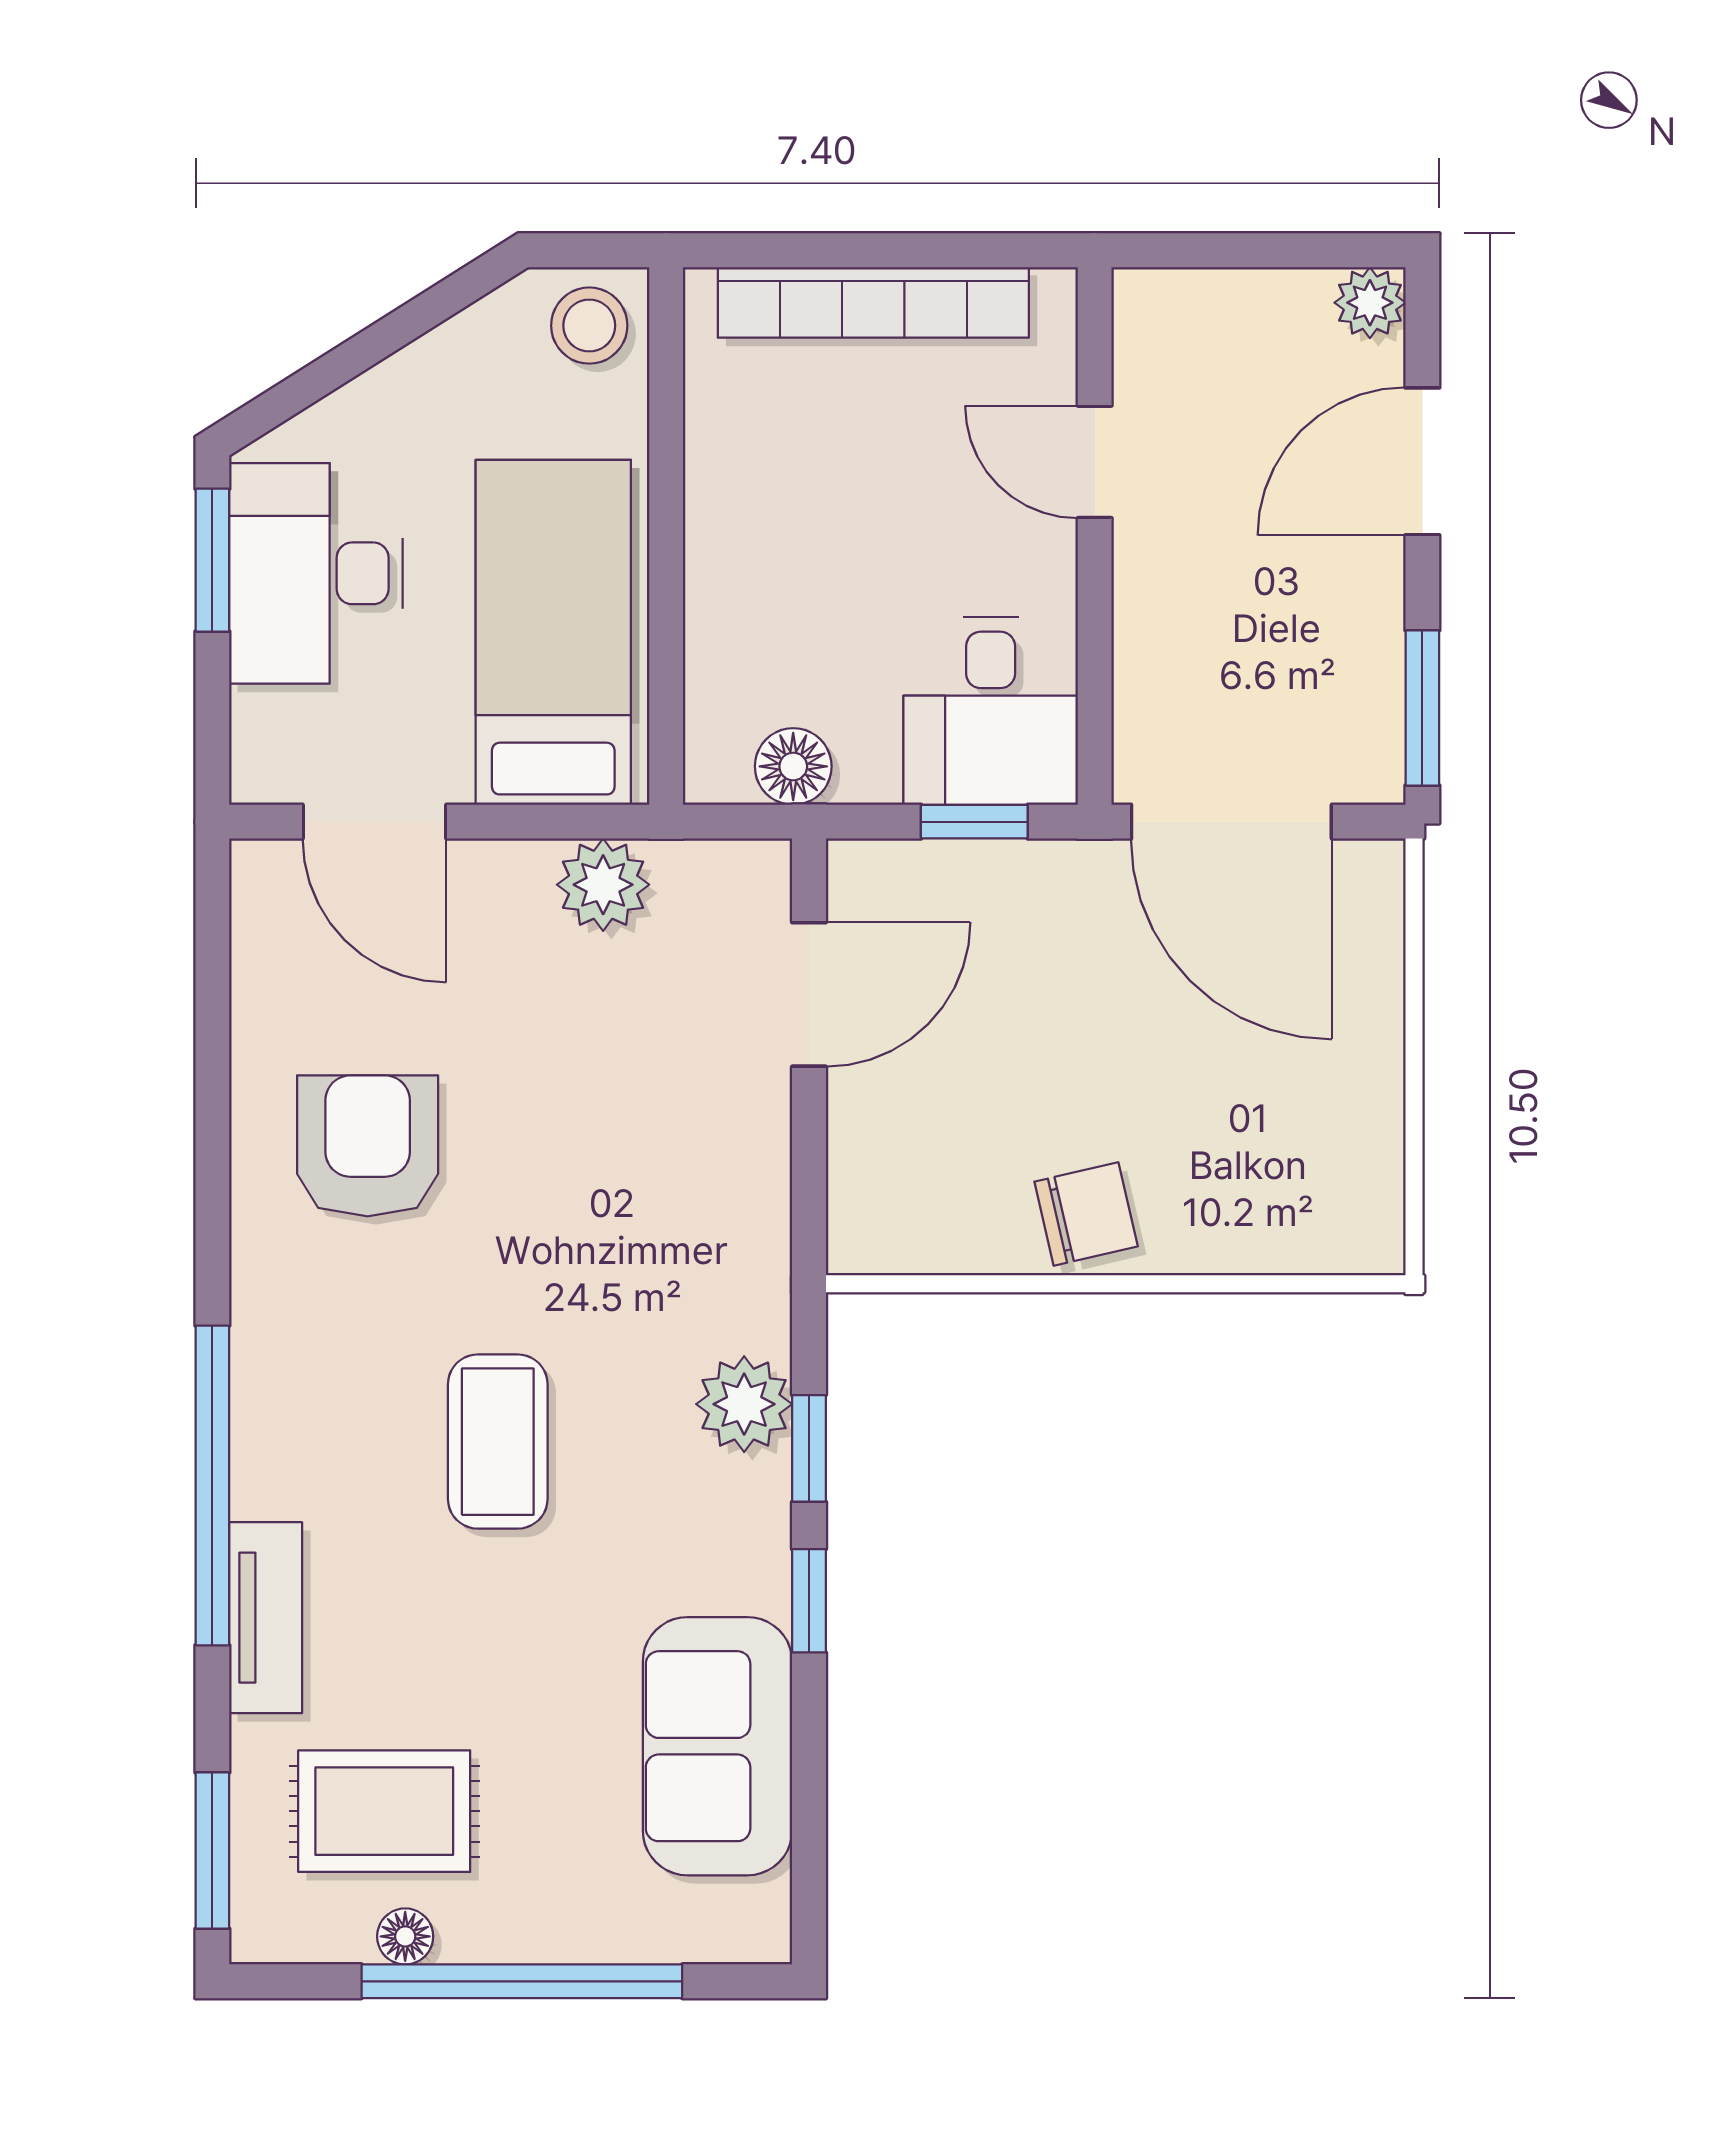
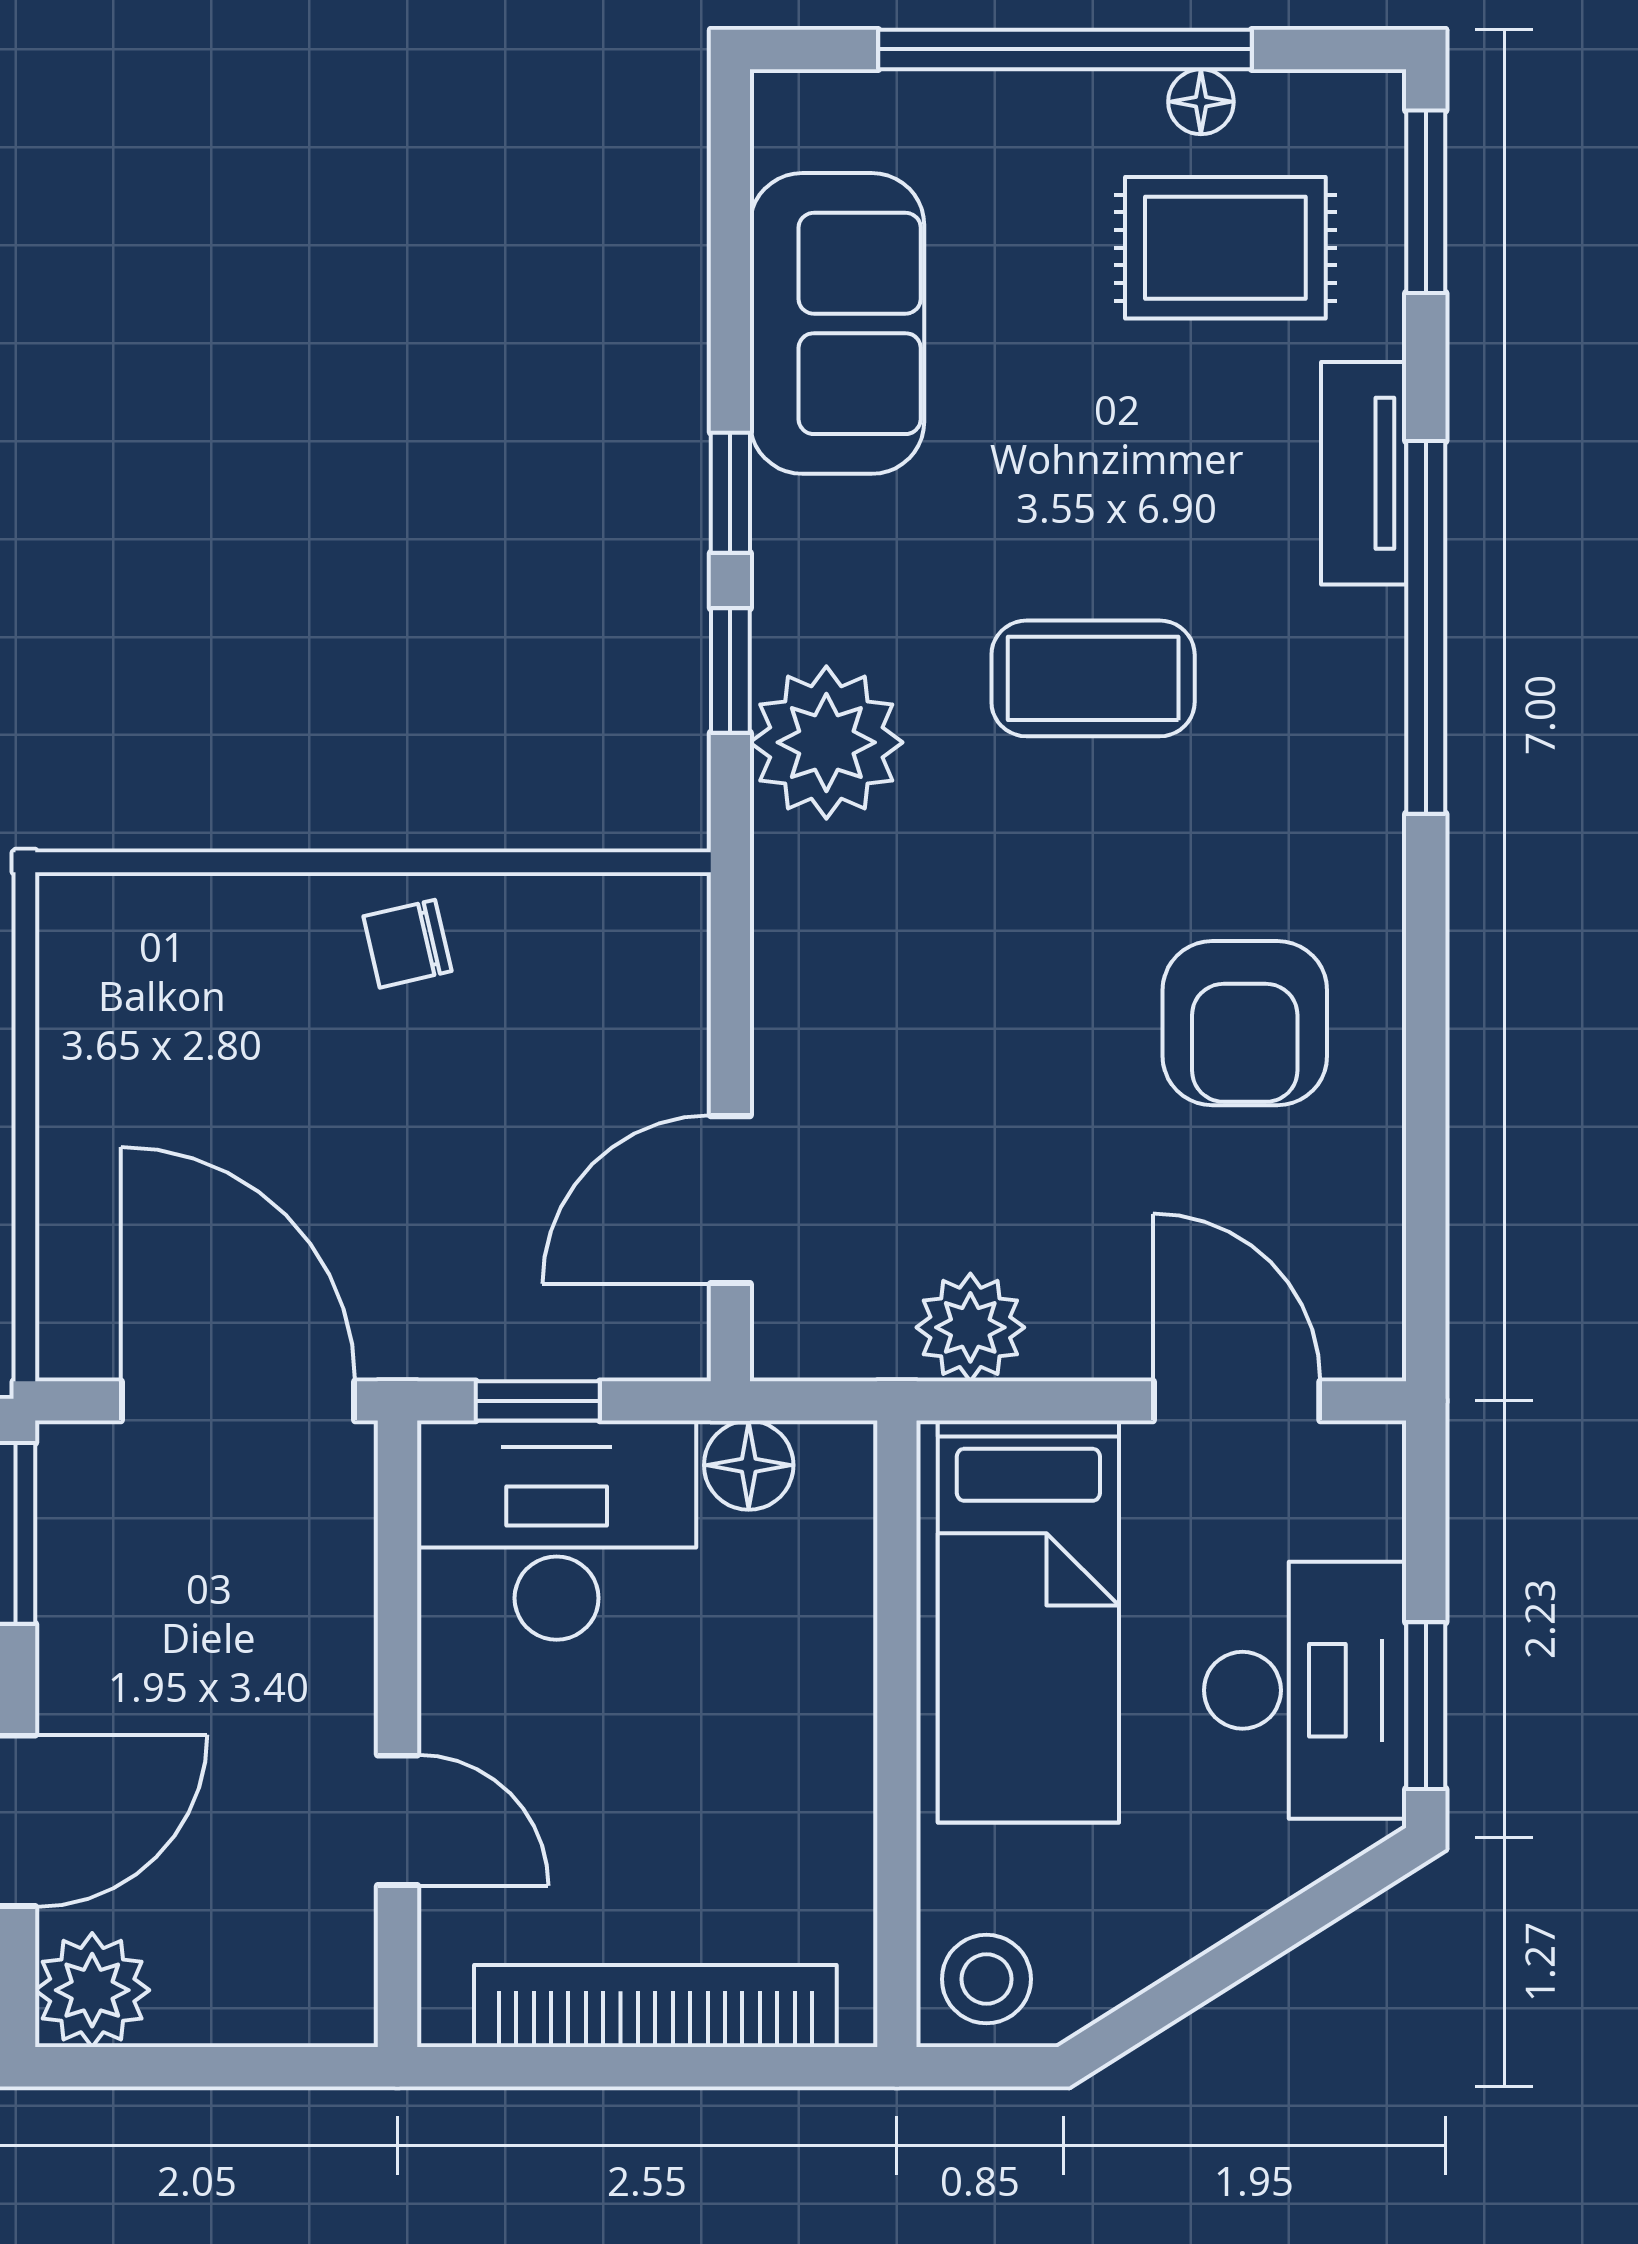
plant: (1370, 303) -> (92, 1990), width x1.38, depth x1.38
desk: (991, 711) -> (557, 1530), width x1.37
chair: (1086, 1214) -> (407, 944), width x0.73, depth x0.73
plant: (744, 1404) -> (826, 742), width x1.36, depth x1.36
coffee table: (498, 1442) -> (1093, 678), turned 90

